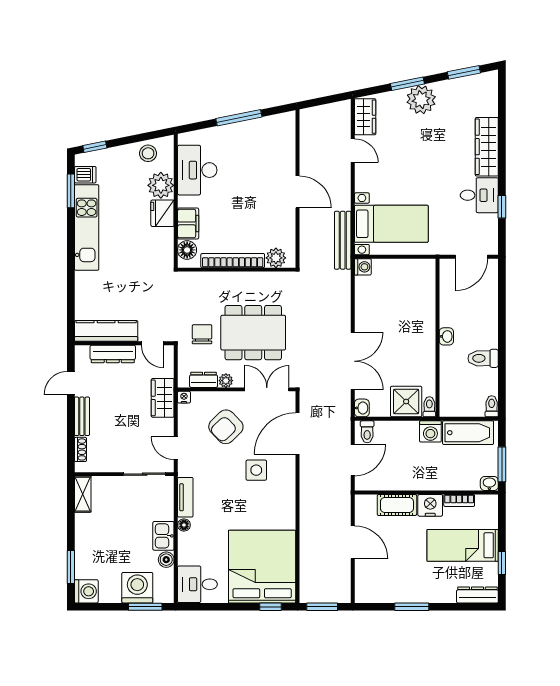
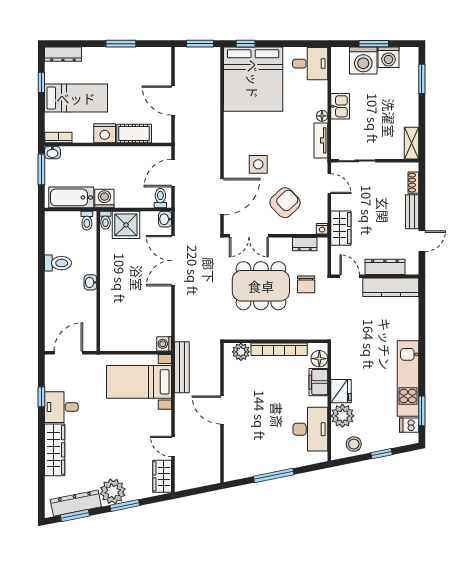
dresser: (463, 86) -> (76, 503), added
window: (95, 147) -> (382, 454), moved
plant: (226, 381) -> (285, 243), removed
toilet: (492, 406) -> (87, 221), moved
bookcase: (459, 500) -> (58, 138), moved
boiler: (166, 560) -> (338, 85), removed
washing machine: (86, 591) -> (389, 57), moved, turned -90
window: (145, 607) -> (374, 44), moved

